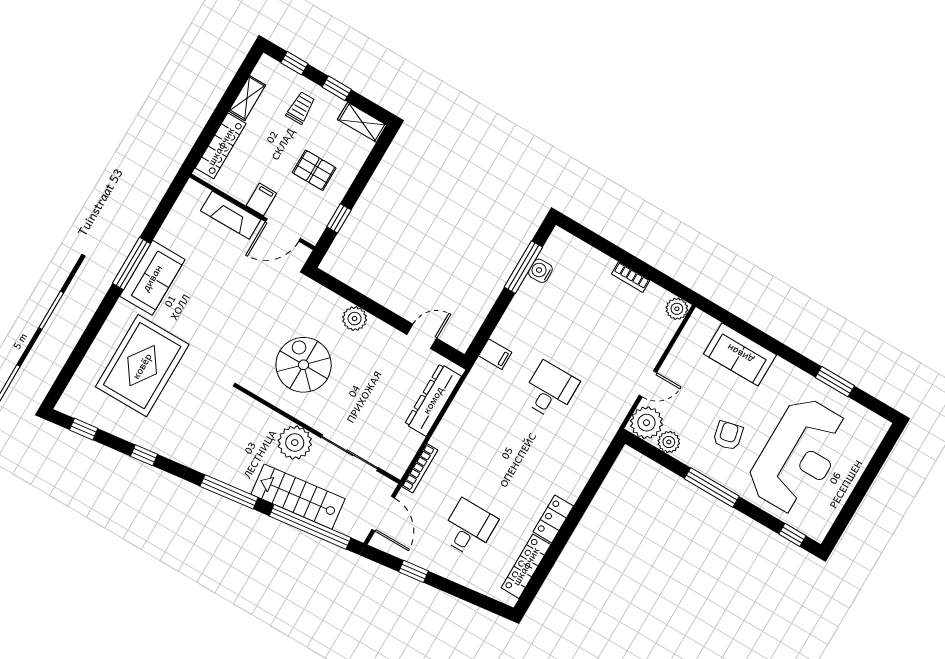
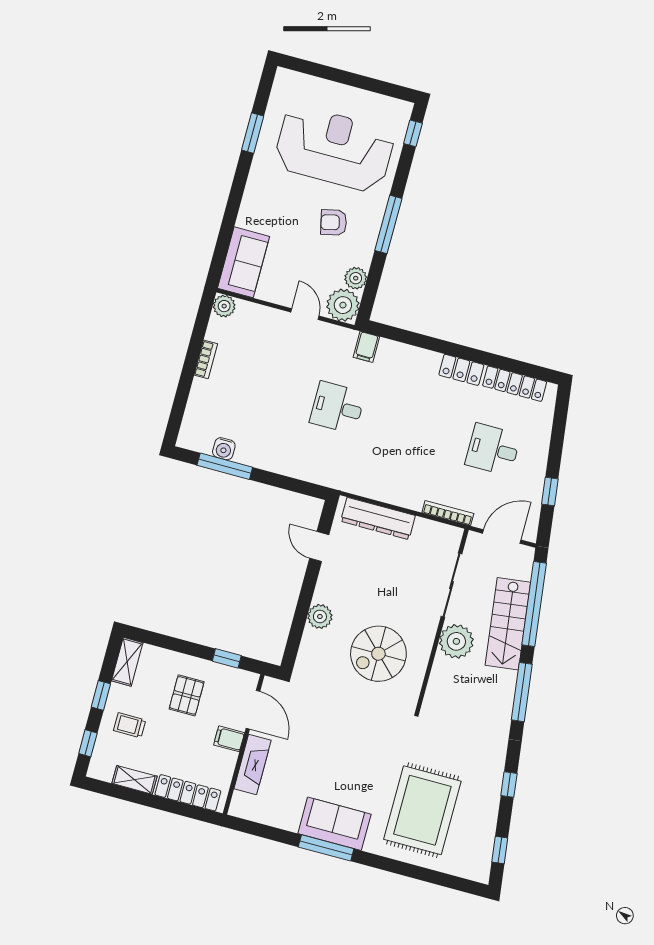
filing cabinet: (495, 354) -> (366, 347), moved, turned 180
sofa: (740, 354) -> (244, 262), moved
rug: (142, 366) -> (422, 810), turned 90

